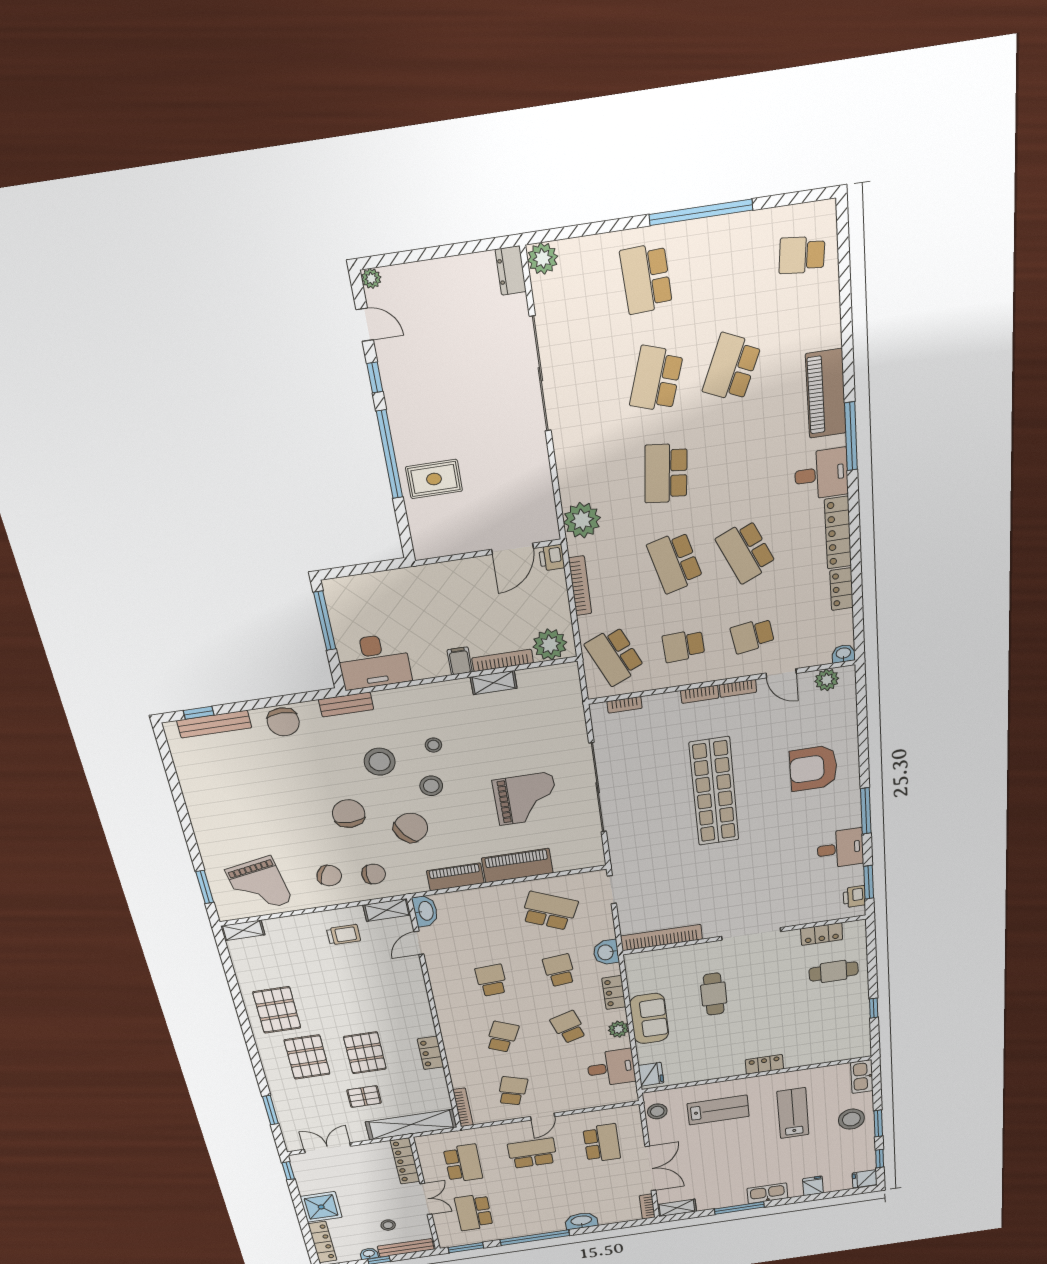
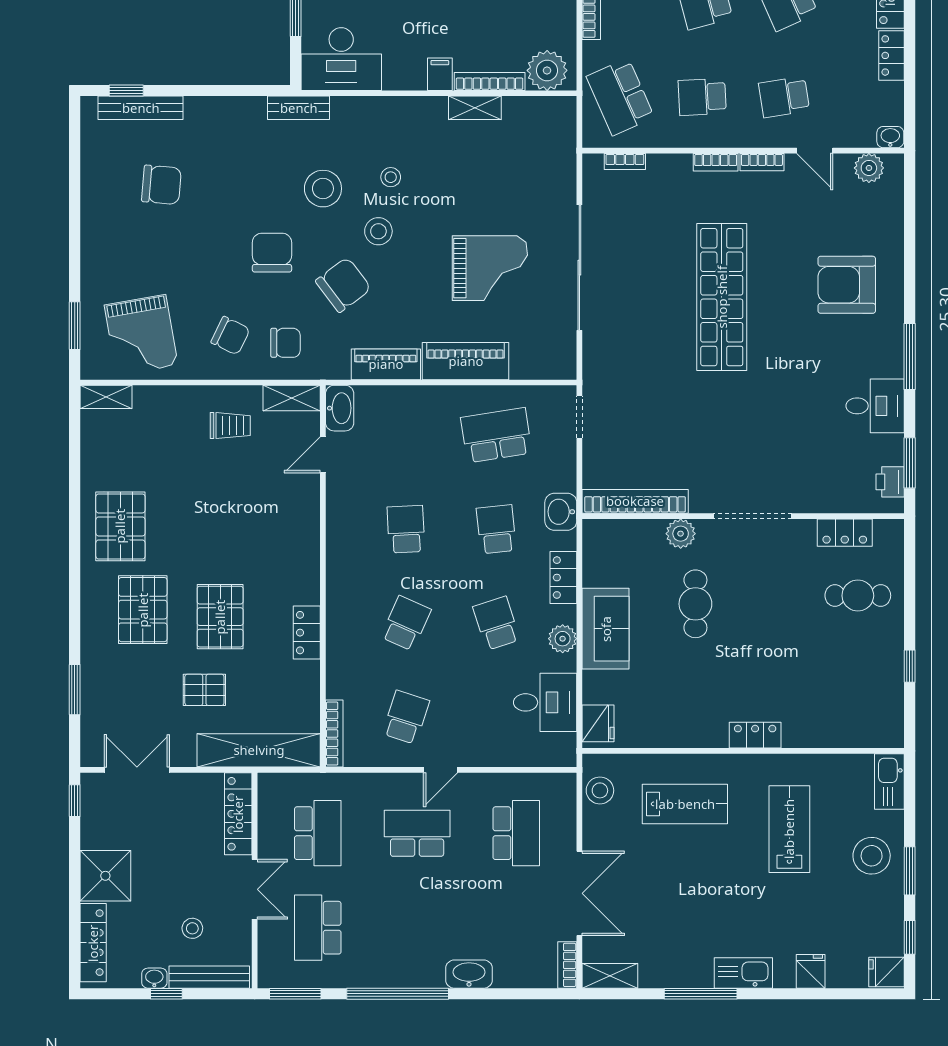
chair: (283, 722) -> (161, 185), moved, turned -85
school desk: (549, 911) -> (496, 435), turned -33
plant: (698, 953) -> (681, 534), added

